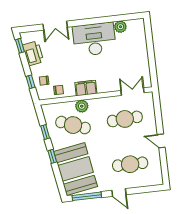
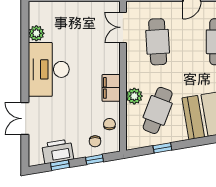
double door: (55, 26) -> (25, 119), swing flipped
window: (20, 46) -> (60, 165), moved
window: (52, 156) -> (195, 142), removed

